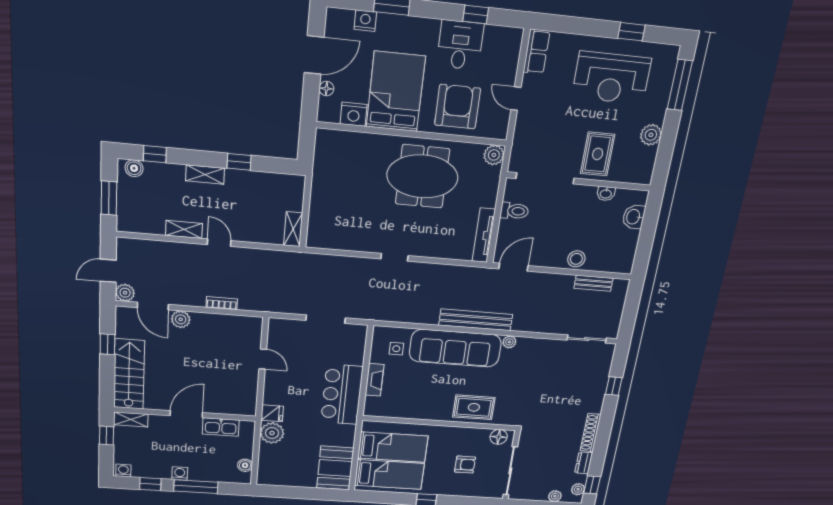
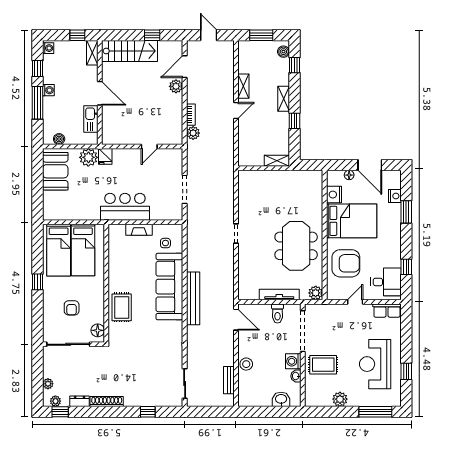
desk: (460, 45) -> (386, 282), moved
washing machine: (585, 195) -> (293, 361), added
shelving: (293, 229) -> (277, 161), moved
tv unit: (484, 235) -> (279, 295), moved
plant: (125, 293) -> (193, 133), moved
plant: (509, 342) -> (178, 326), removed
booth: (335, 468) -> (55, 171), moved, turned 90

